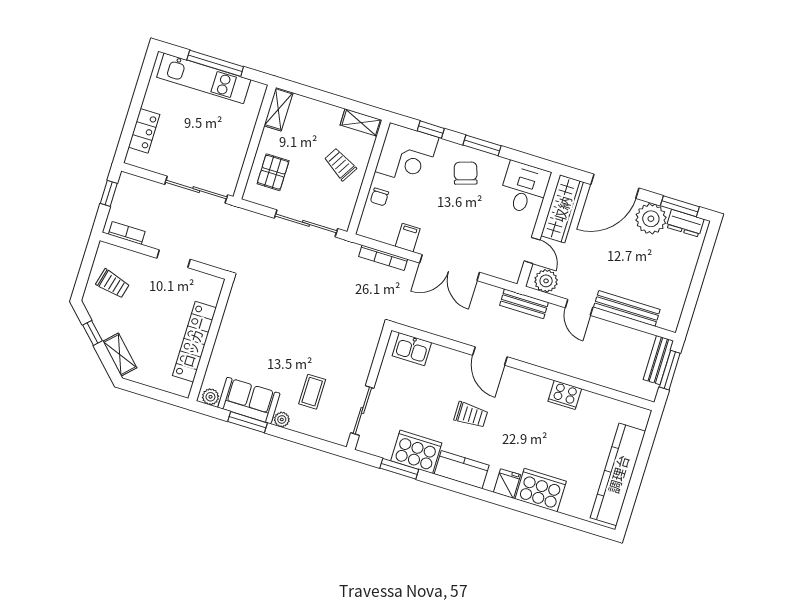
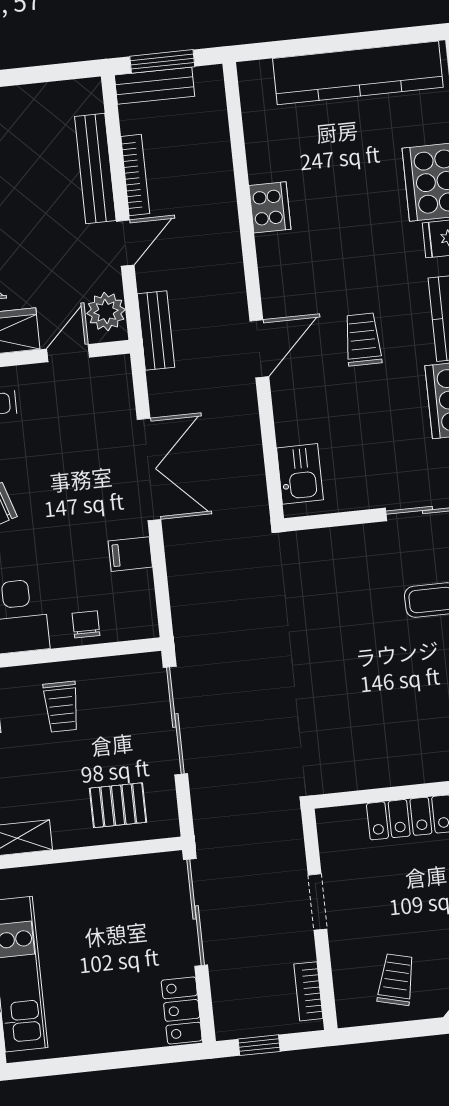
locker: (144, 131) -> (182, 1010), moved, turned -90
trolley: (340, 164) -> (61, 707), turned -31
chair: (379, 197) -> (86, 624), turned -90
bookcase: (383, 258) -> (135, 175), moved

